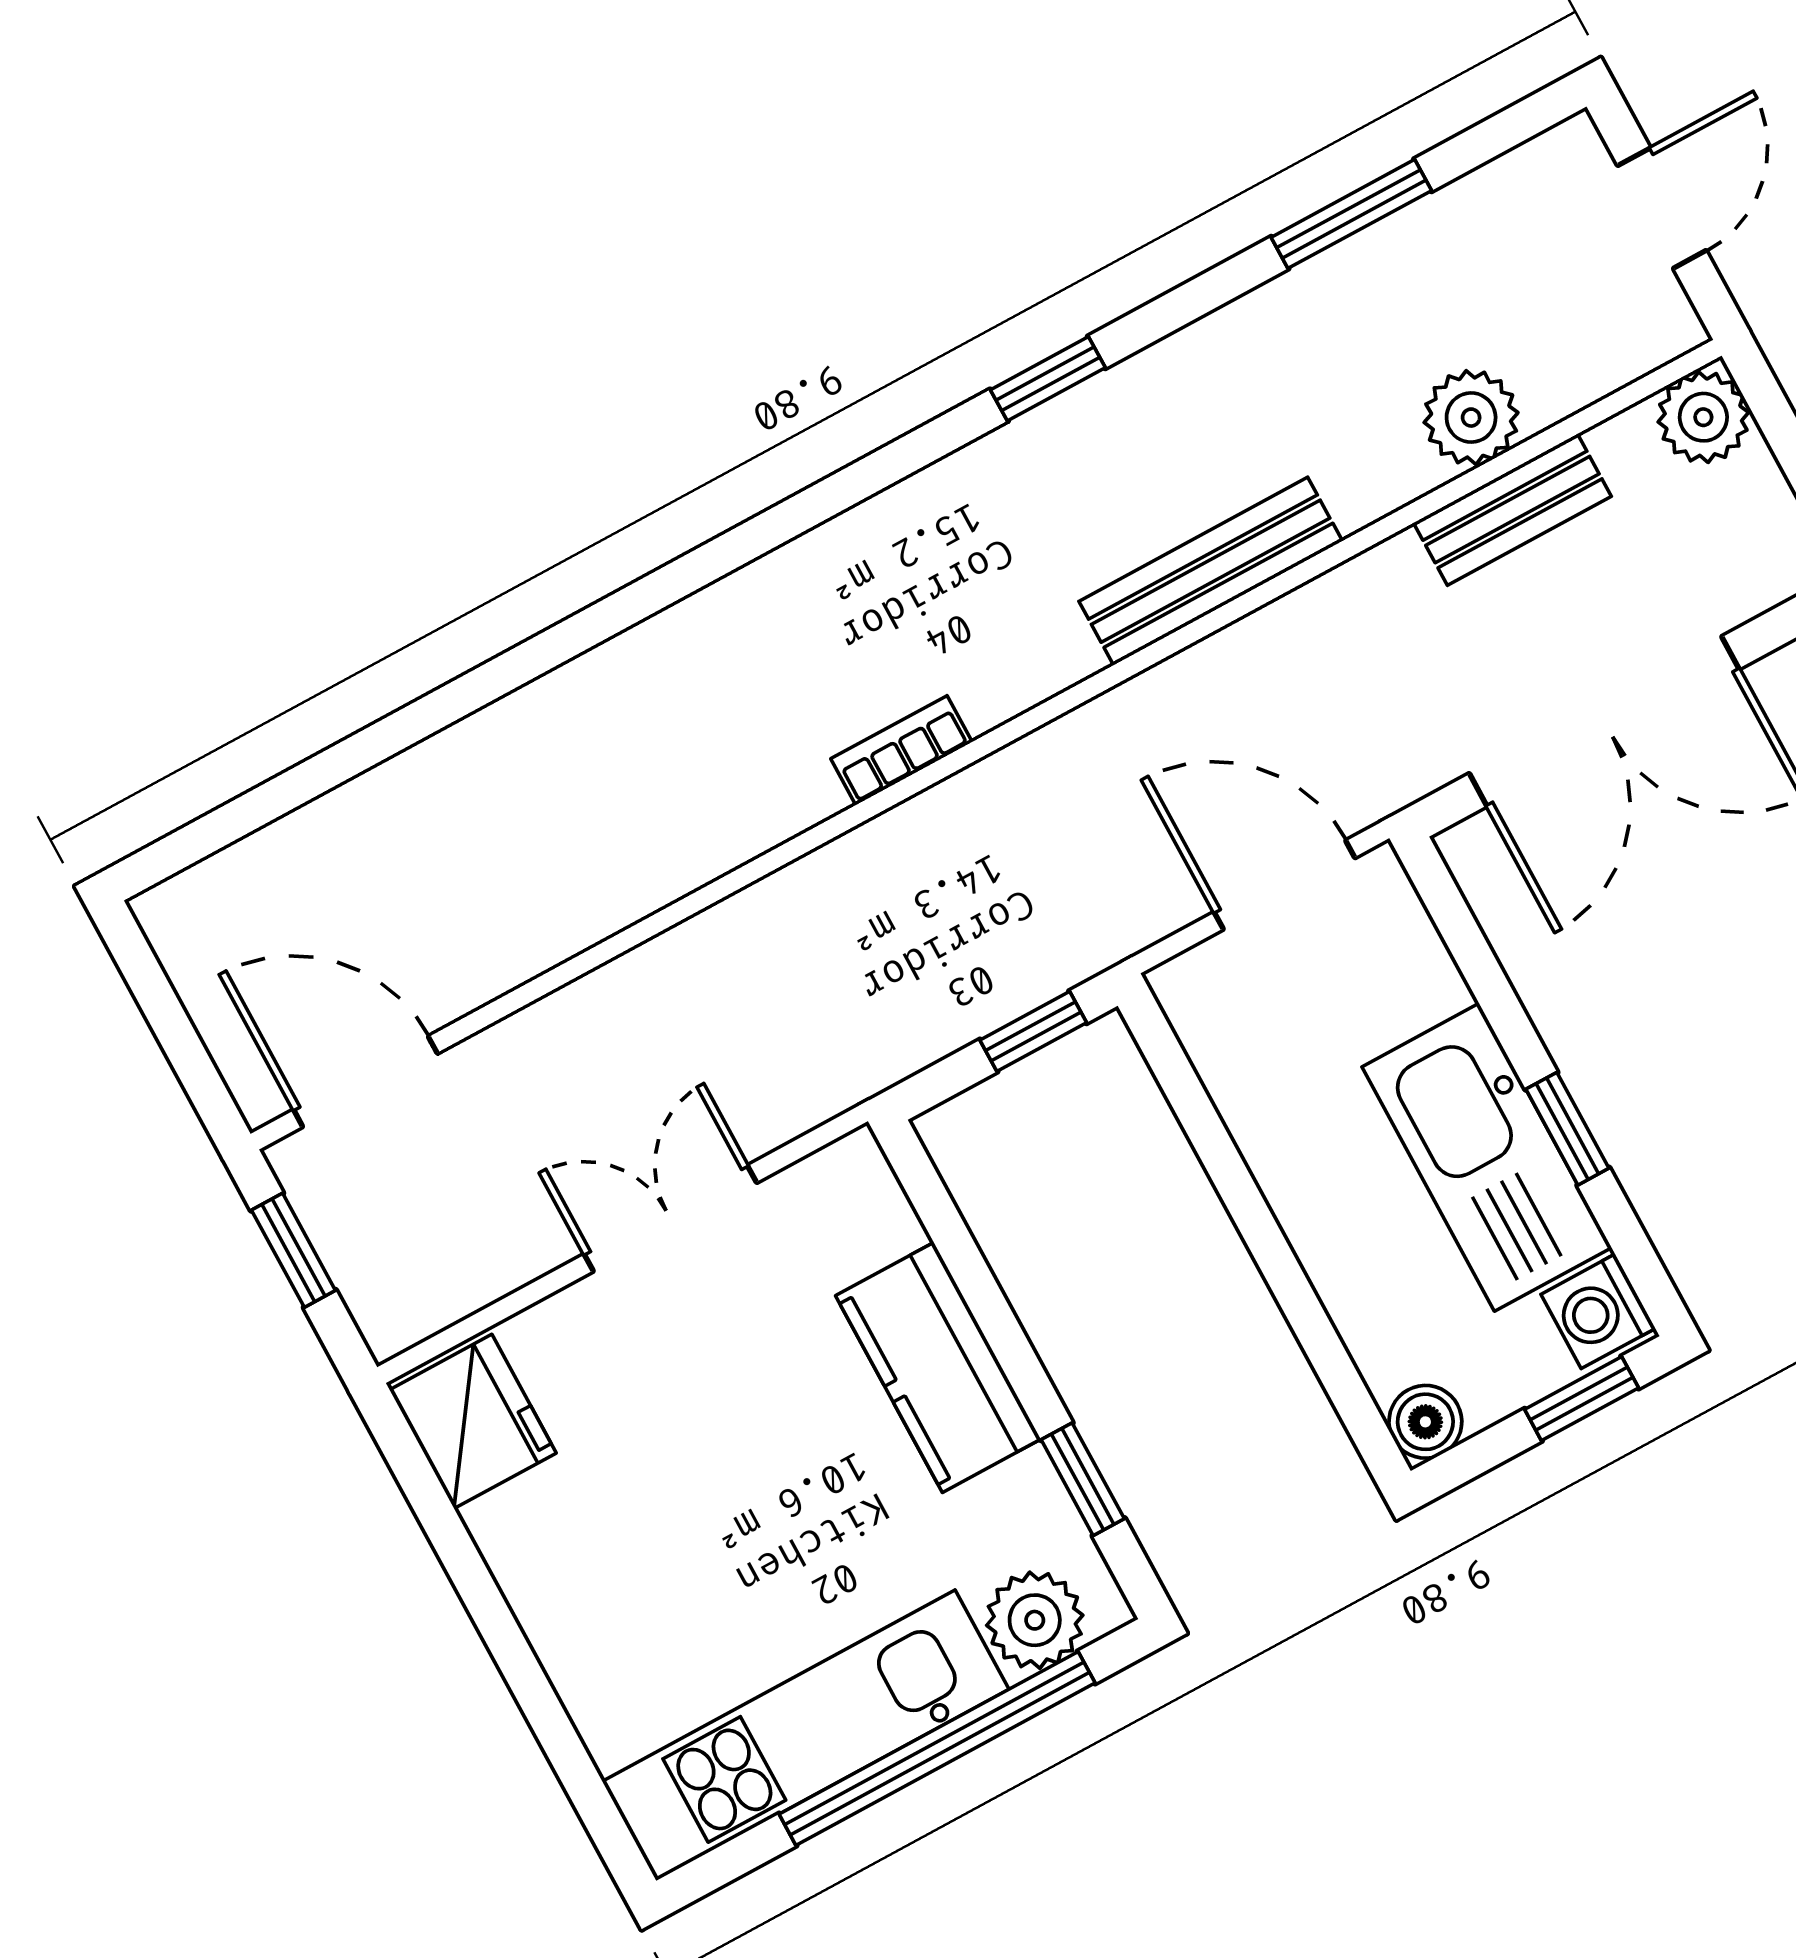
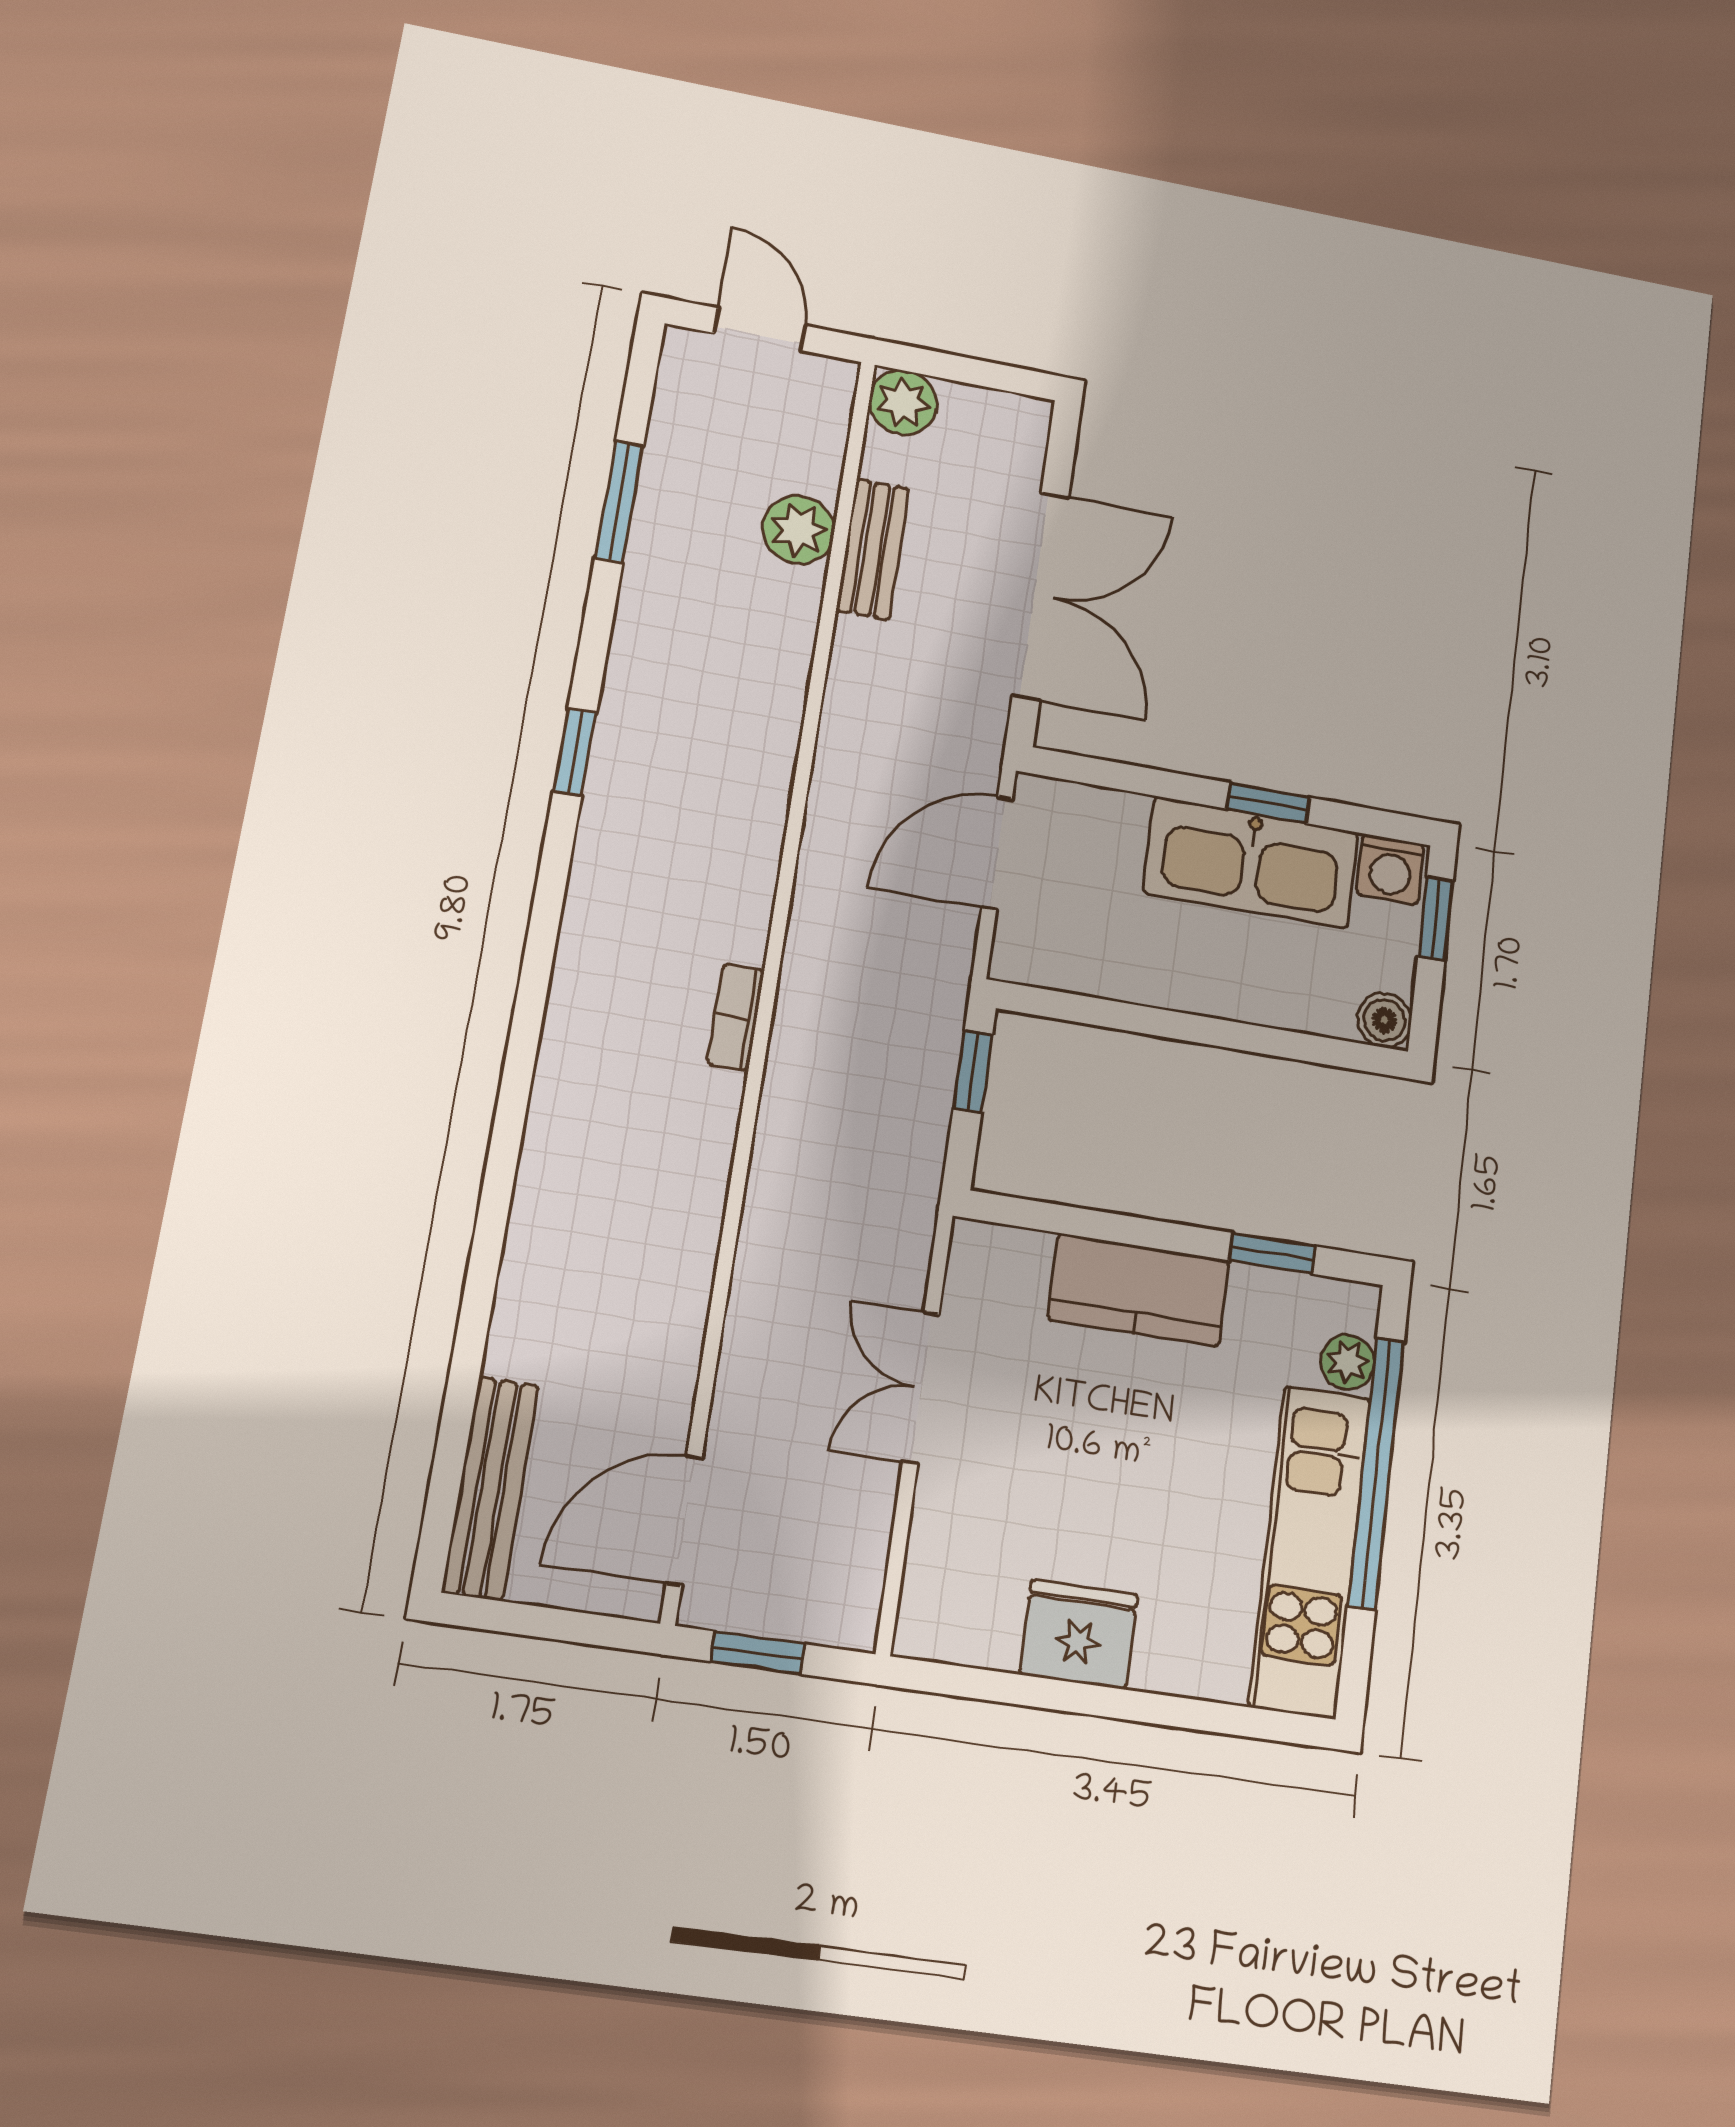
bench: (1211, 571) -> (490, 1488), moved
fridge: (473, 1421) -> (1079, 1634), moved
plant: (1035, 1620) -> (1348, 1362), width x0.73, depth x0.73

